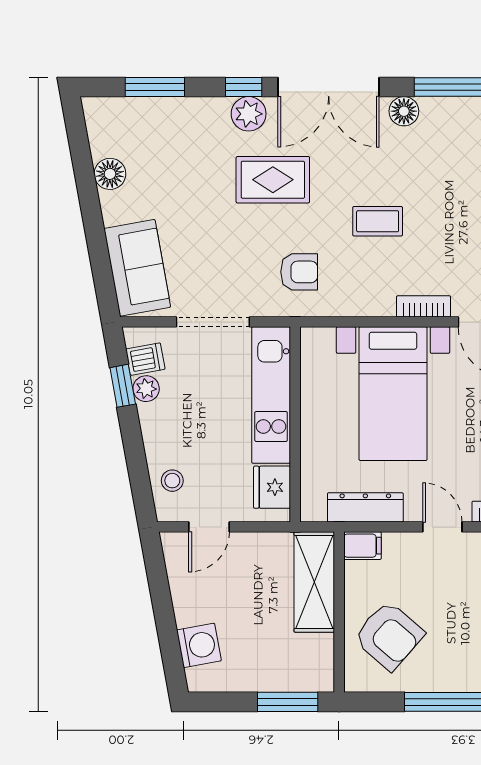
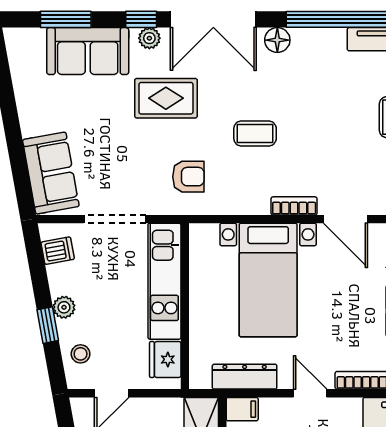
plant: (249, 114) -> (149, 38), width x0.73, depth x0.73
sofa: (181, 124) -> (88, 51), added
floor lamp: (110, 174) -> (28, 93), removed
window: (123, 386) -> (48, 325), moved
plant: (146, 389) -> (64, 307), moved

